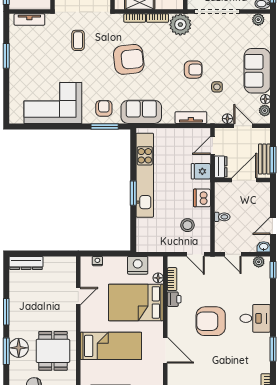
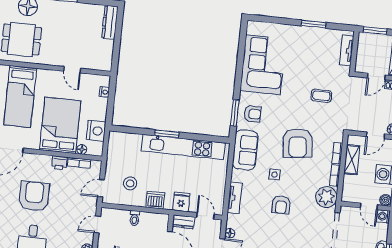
side table: (217, 87) -> (275, 174), moved

